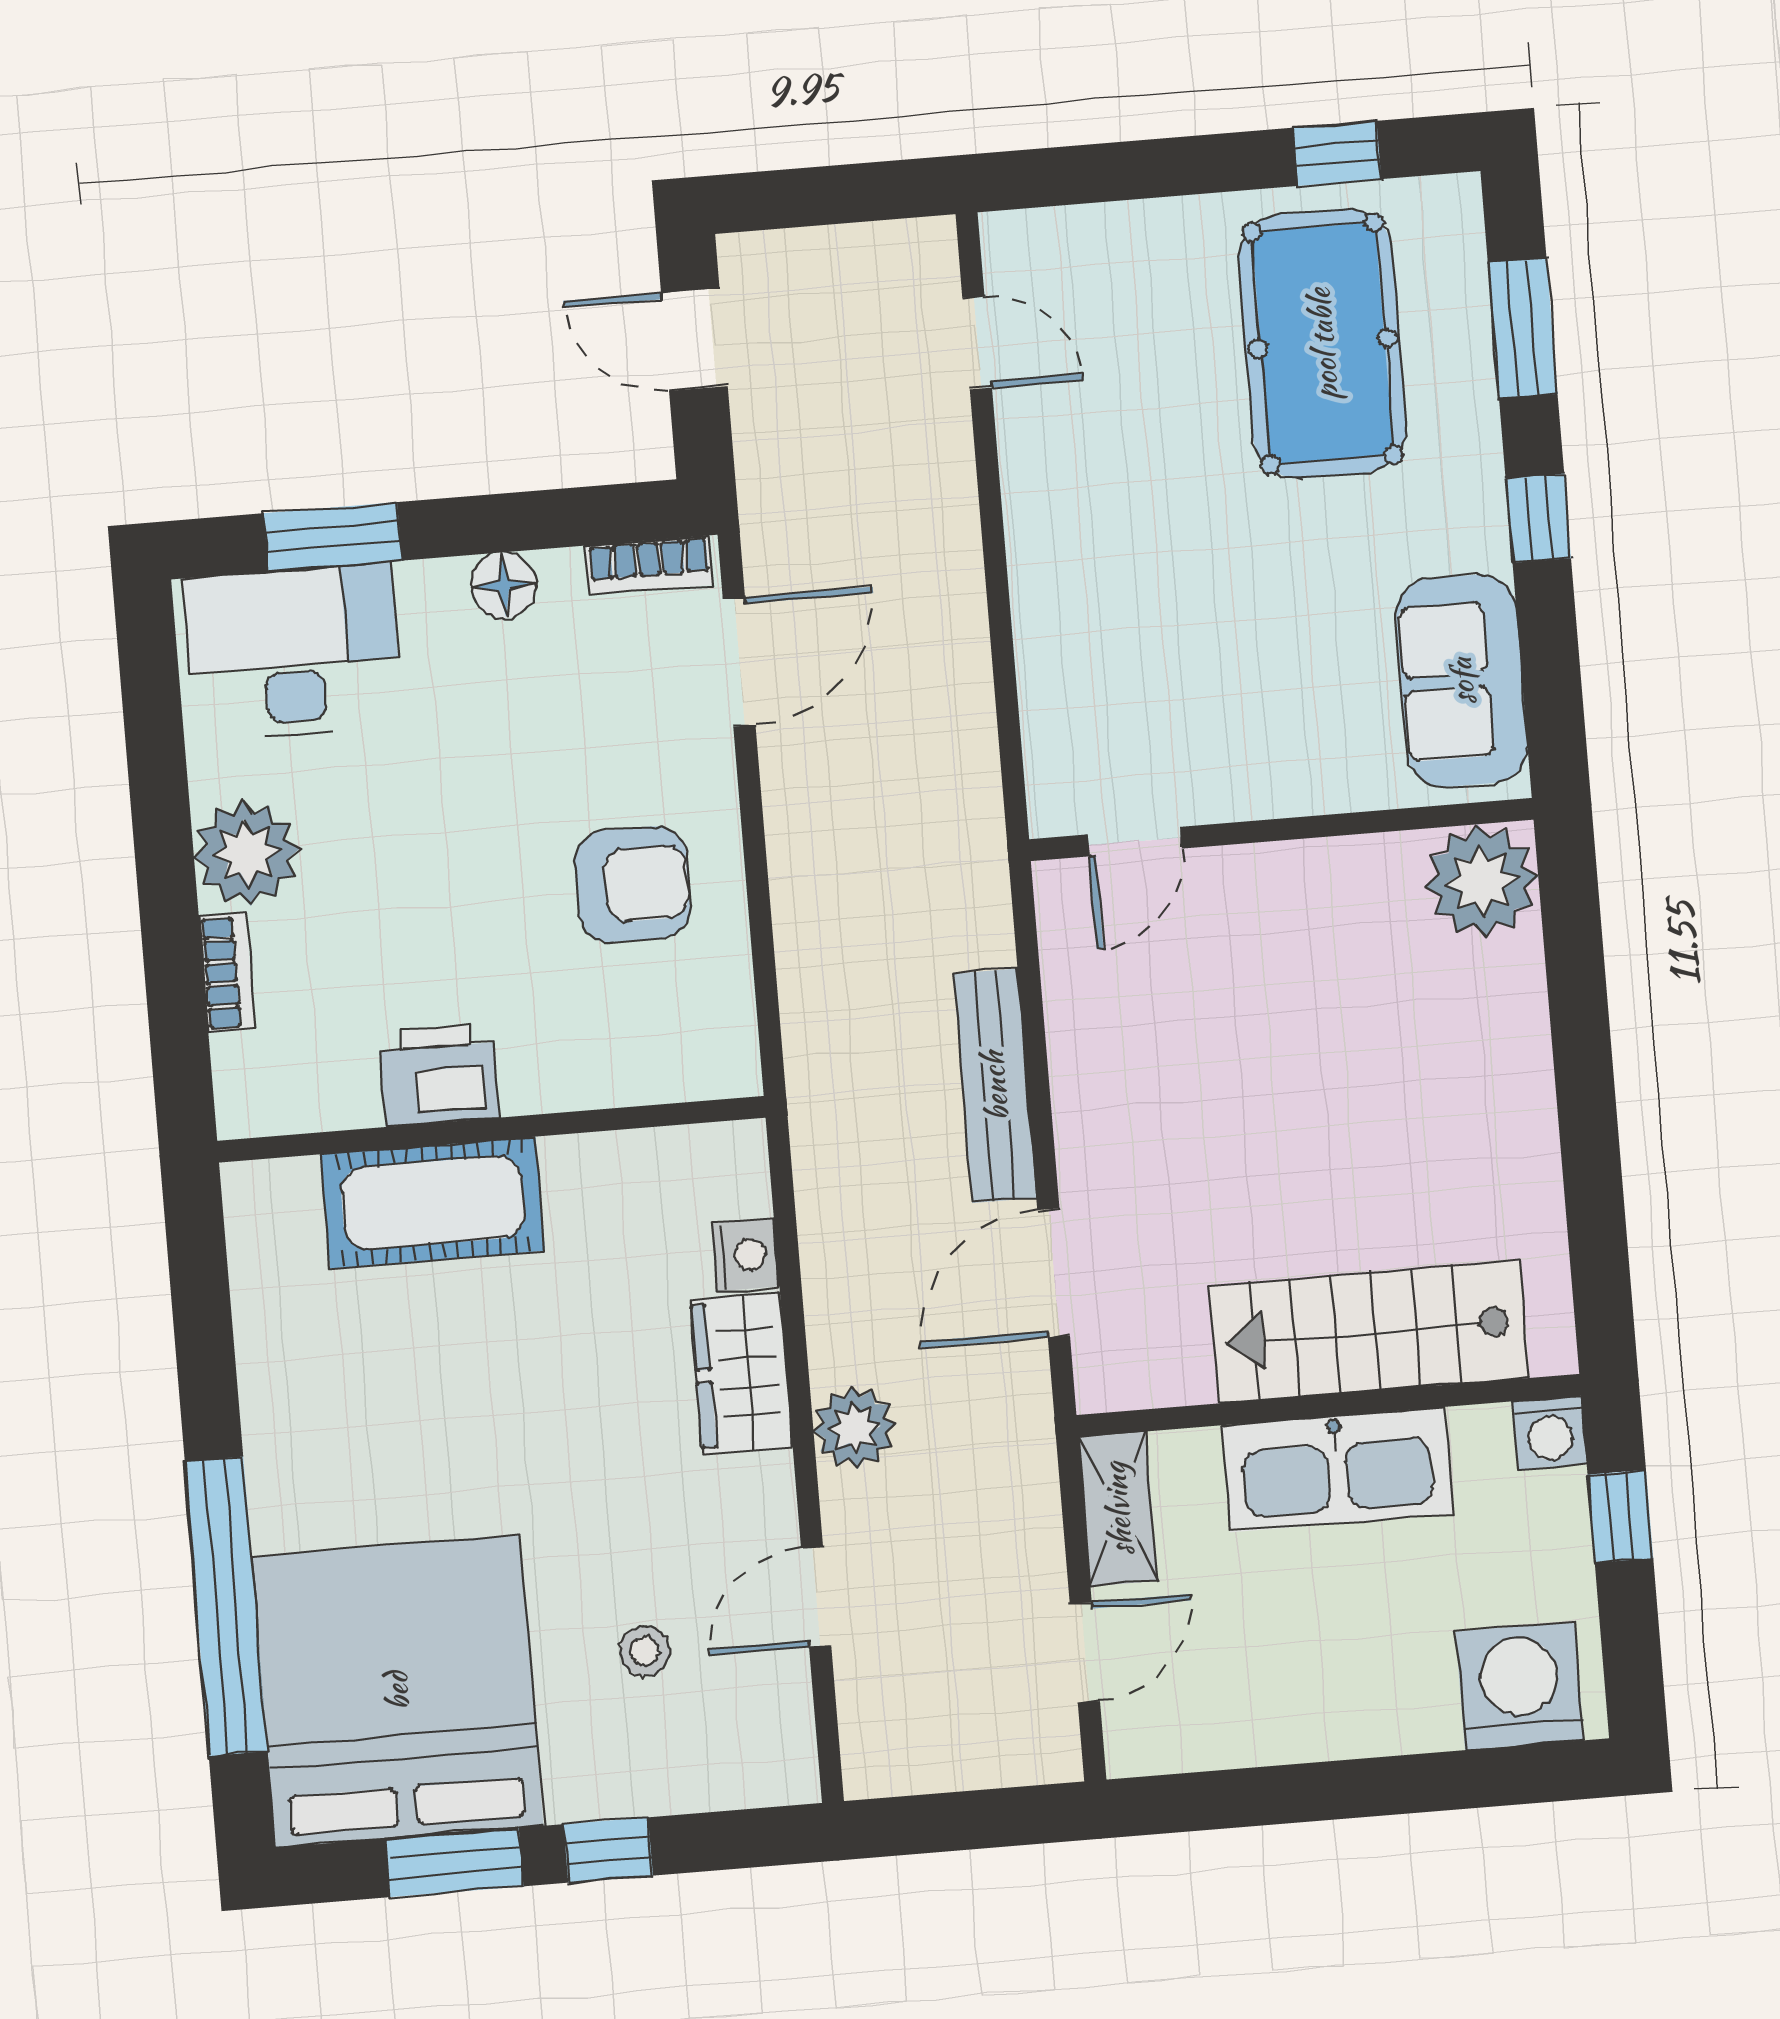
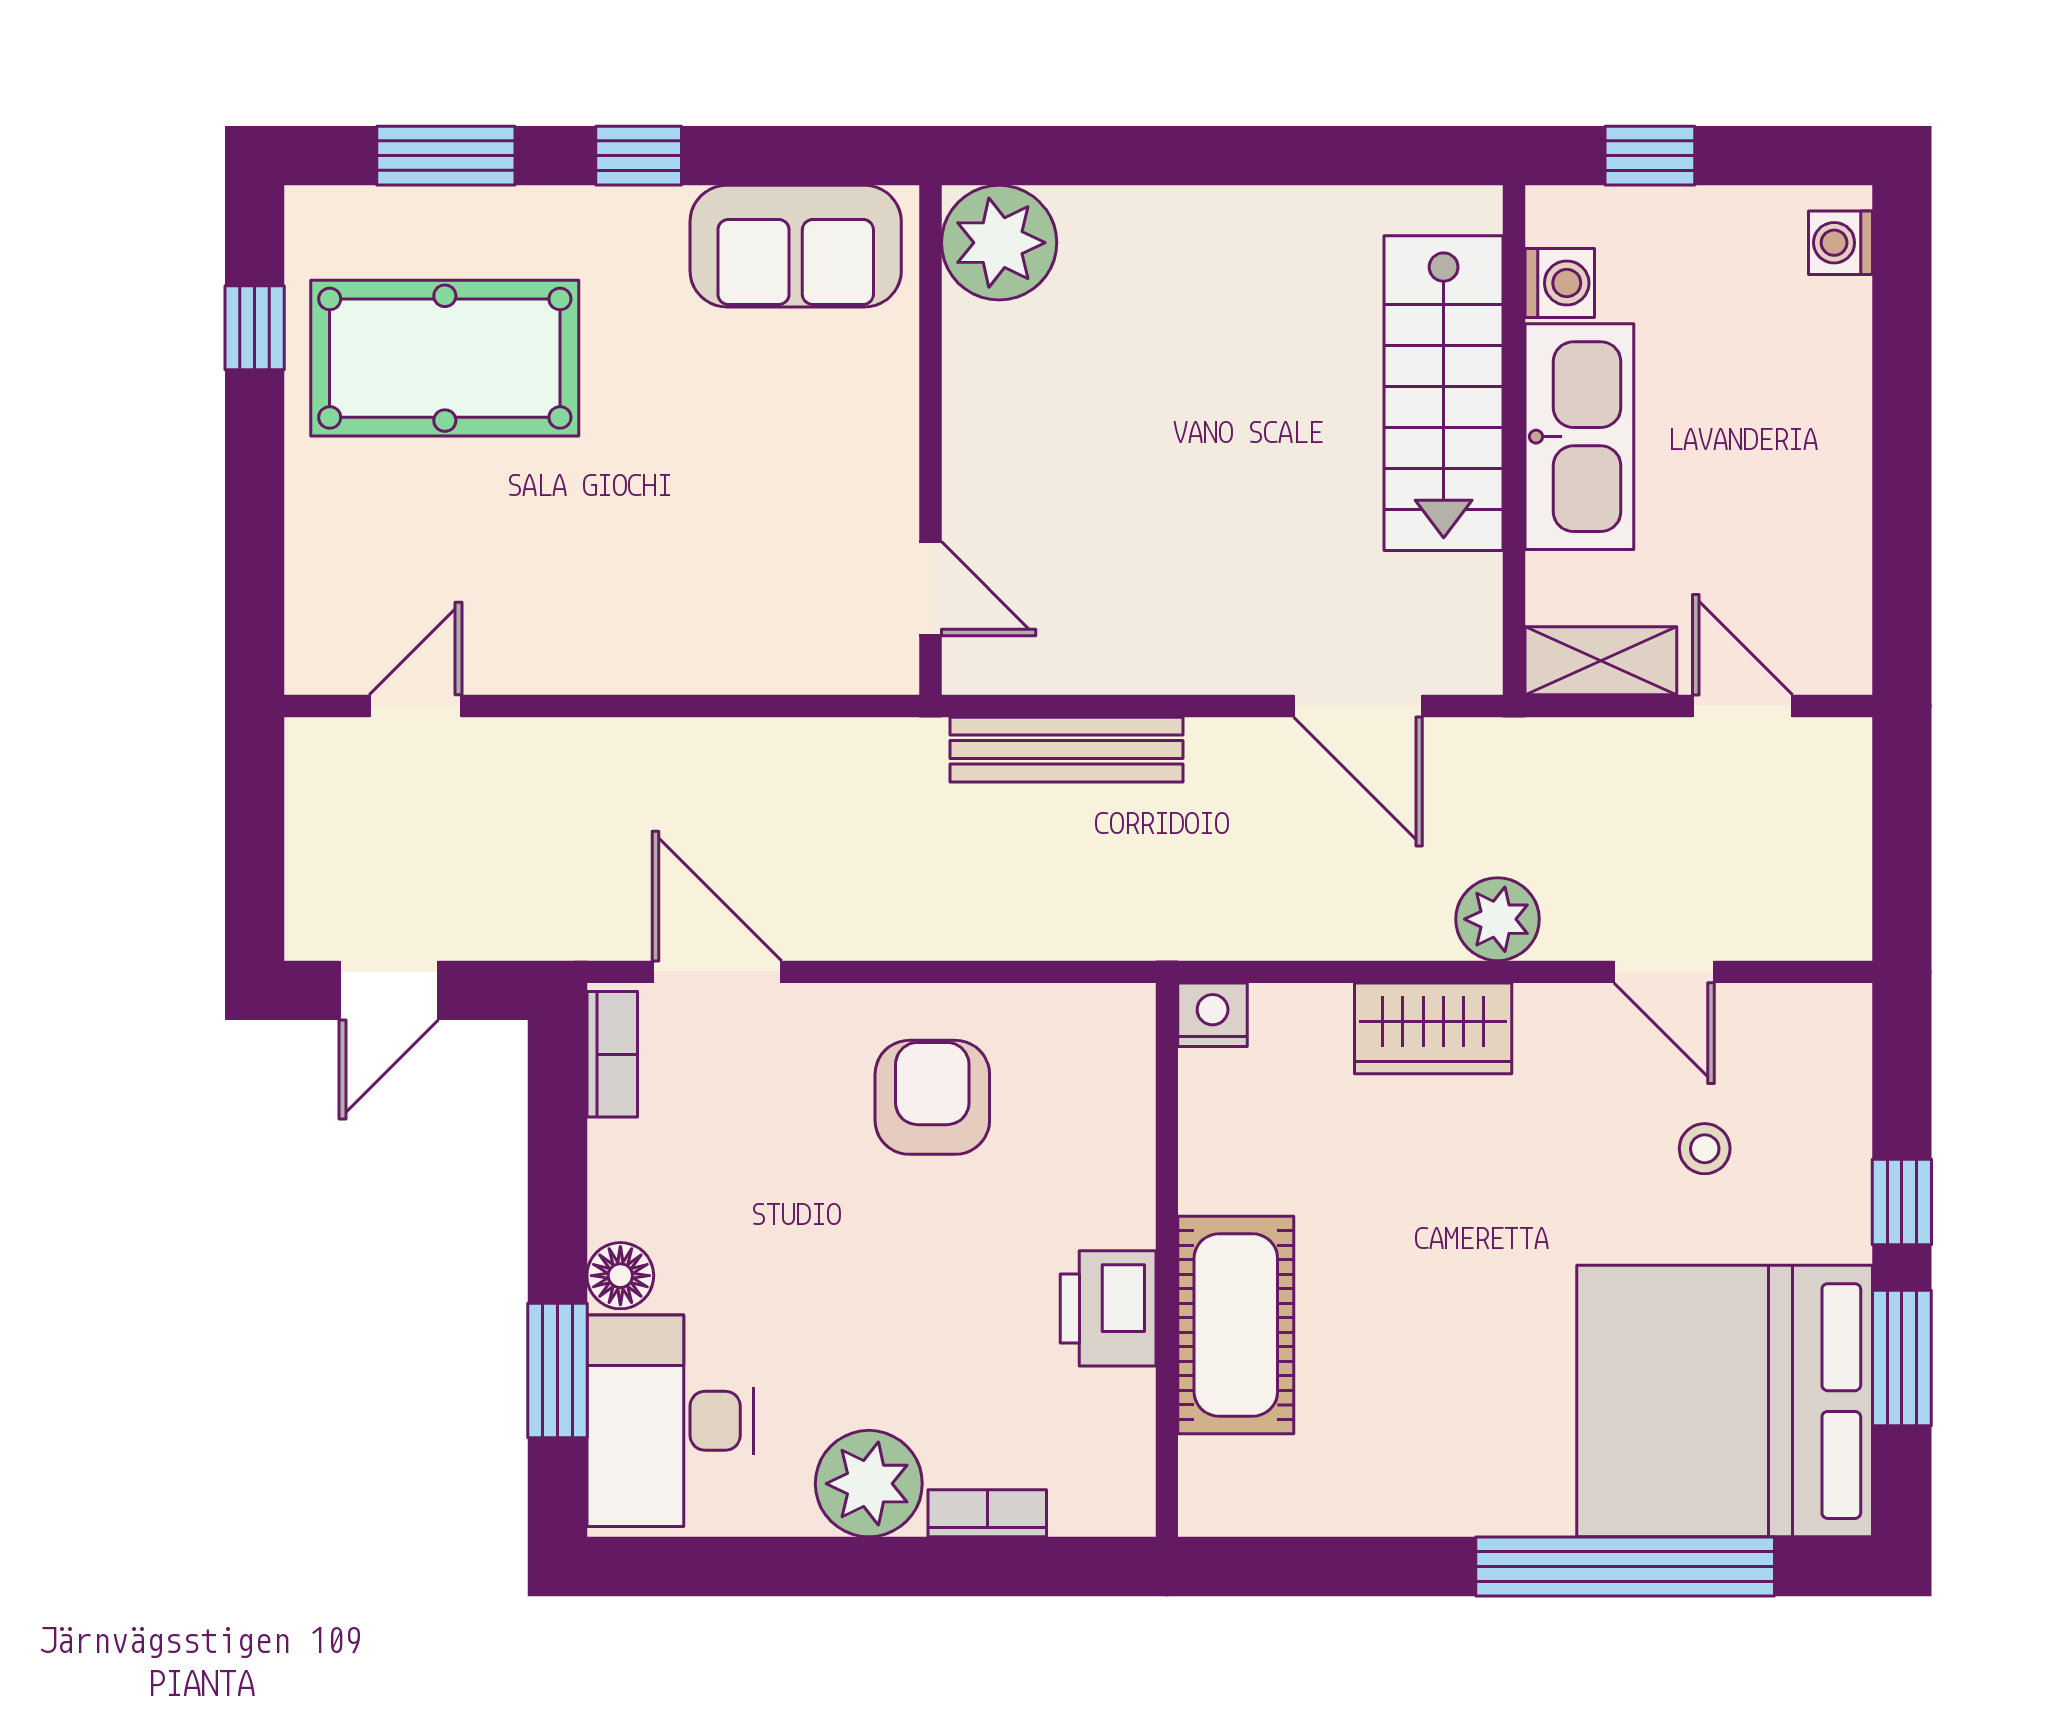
floor lamp: (504, 585) -> (620, 1276), moved
bench: (995, 1086) -> (1066, 750), moved
nightstand: (745, 1255) -> (1213, 1015), moved
washing machine: (1550, 1433) -> (1560, 283), moved
washing machine: (1520, 1686) -> (1840, 243), width x0.53, depth x0.53

